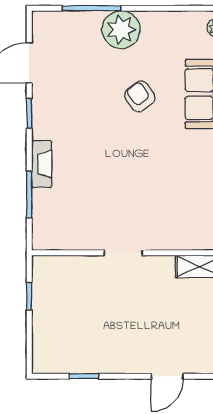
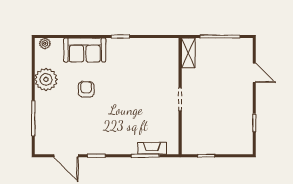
plant: (121, 30) -> (46, 79), moved
armchair: (140, 96) -> (86, 89), turned 126
fireplace: (42, 164) -> (152, 148), moved

